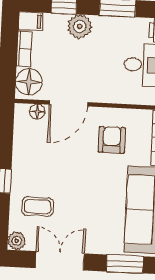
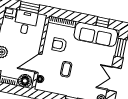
door: (69, 103) -> (38, 63), swing flipped
coffee table: (38, 207) -> (66, 69), moved

